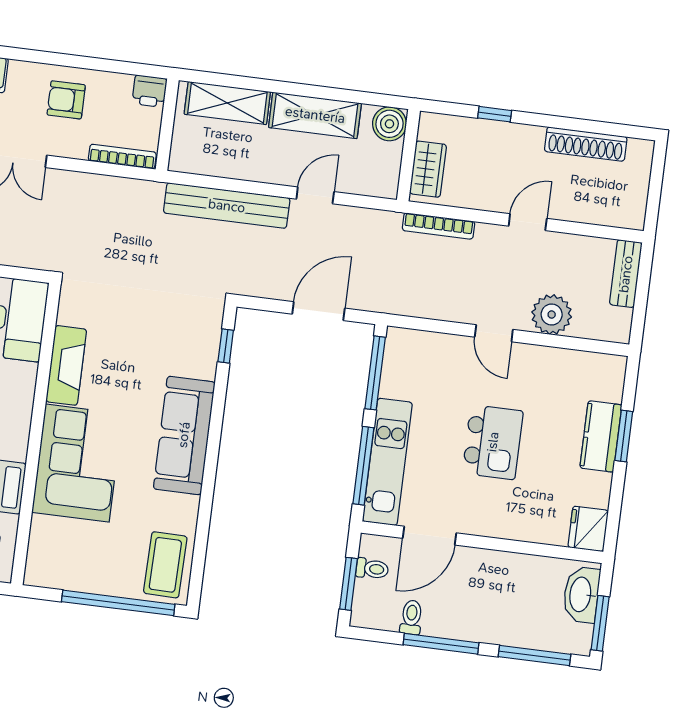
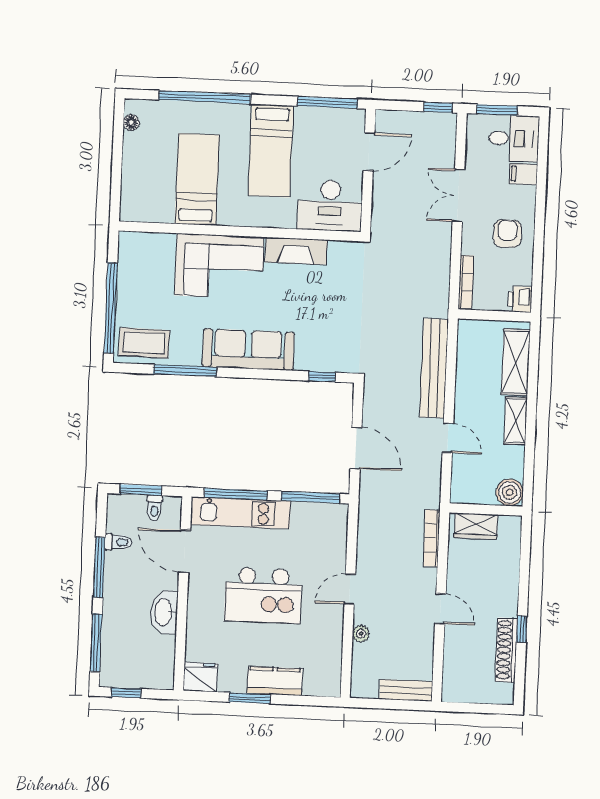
window: (495, 114) -> (522, 629), moved
shelving: (315, 115) -> (516, 421), width x0.67, depth x0.75
plant: (552, 315) -> (361, 634), width x0.53, depth x0.53
window: (624, 436) -> (250, 698), moved
kitchen island: (493, 442) -> (263, 595), width x1.37, depth x1.28
window: (204, 516) -> (185, 371), added
washbasin: (581, 595) -> (164, 612), moved, turned -90
window: (600, 623) -> (126, 693), width x0.67

